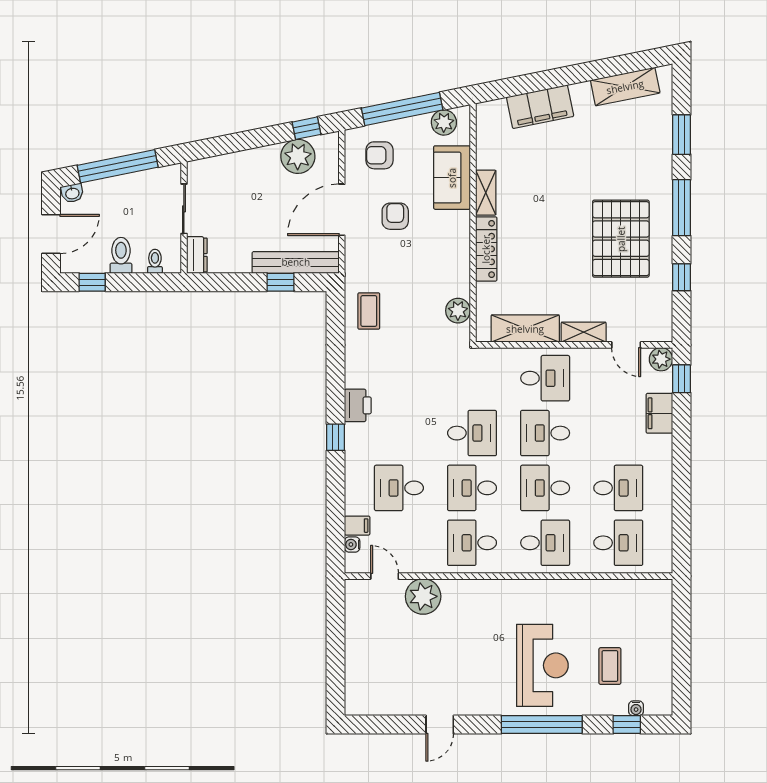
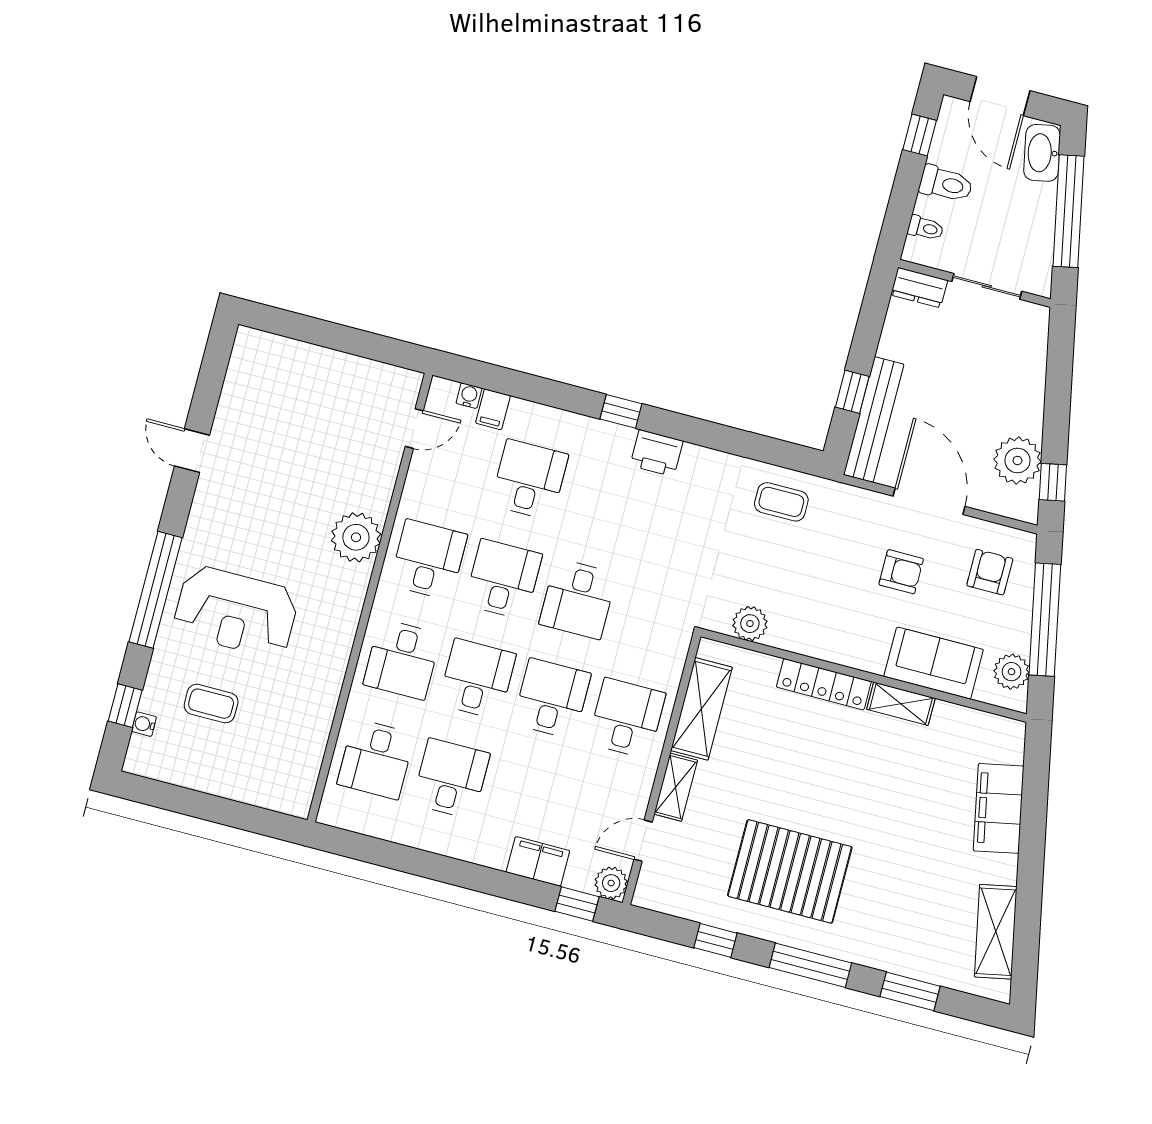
washbasin: (72, 193) -> (1042, 153), width x1.91, depth x1.45
desk: (545, 378) -> (627, 718), turned 180
desk: (618, 488) -> (451, 779), turned 180
plant: (423, 596) -> (356, 537), moved

